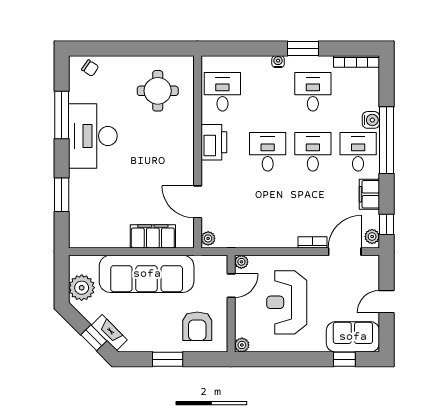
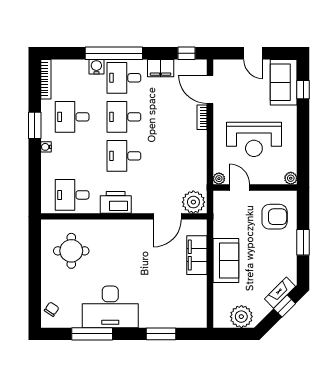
plant: (372, 237) -> (197, 66), removed
plant: (208, 238) -> (193, 202), width x1.87, depth x1.87
sofa: (147, 274) -> (226, 260), width x0.54, depth x0.79

